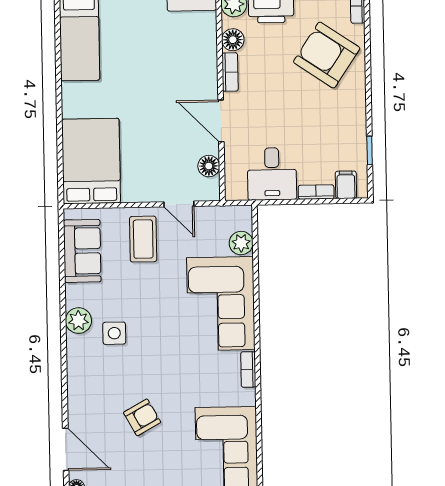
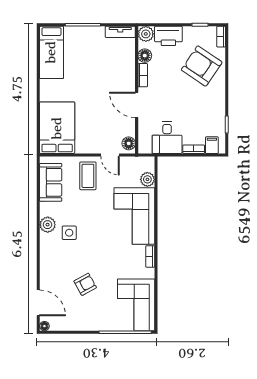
floor lamp: (209, 166) -> (129, 143), moved

